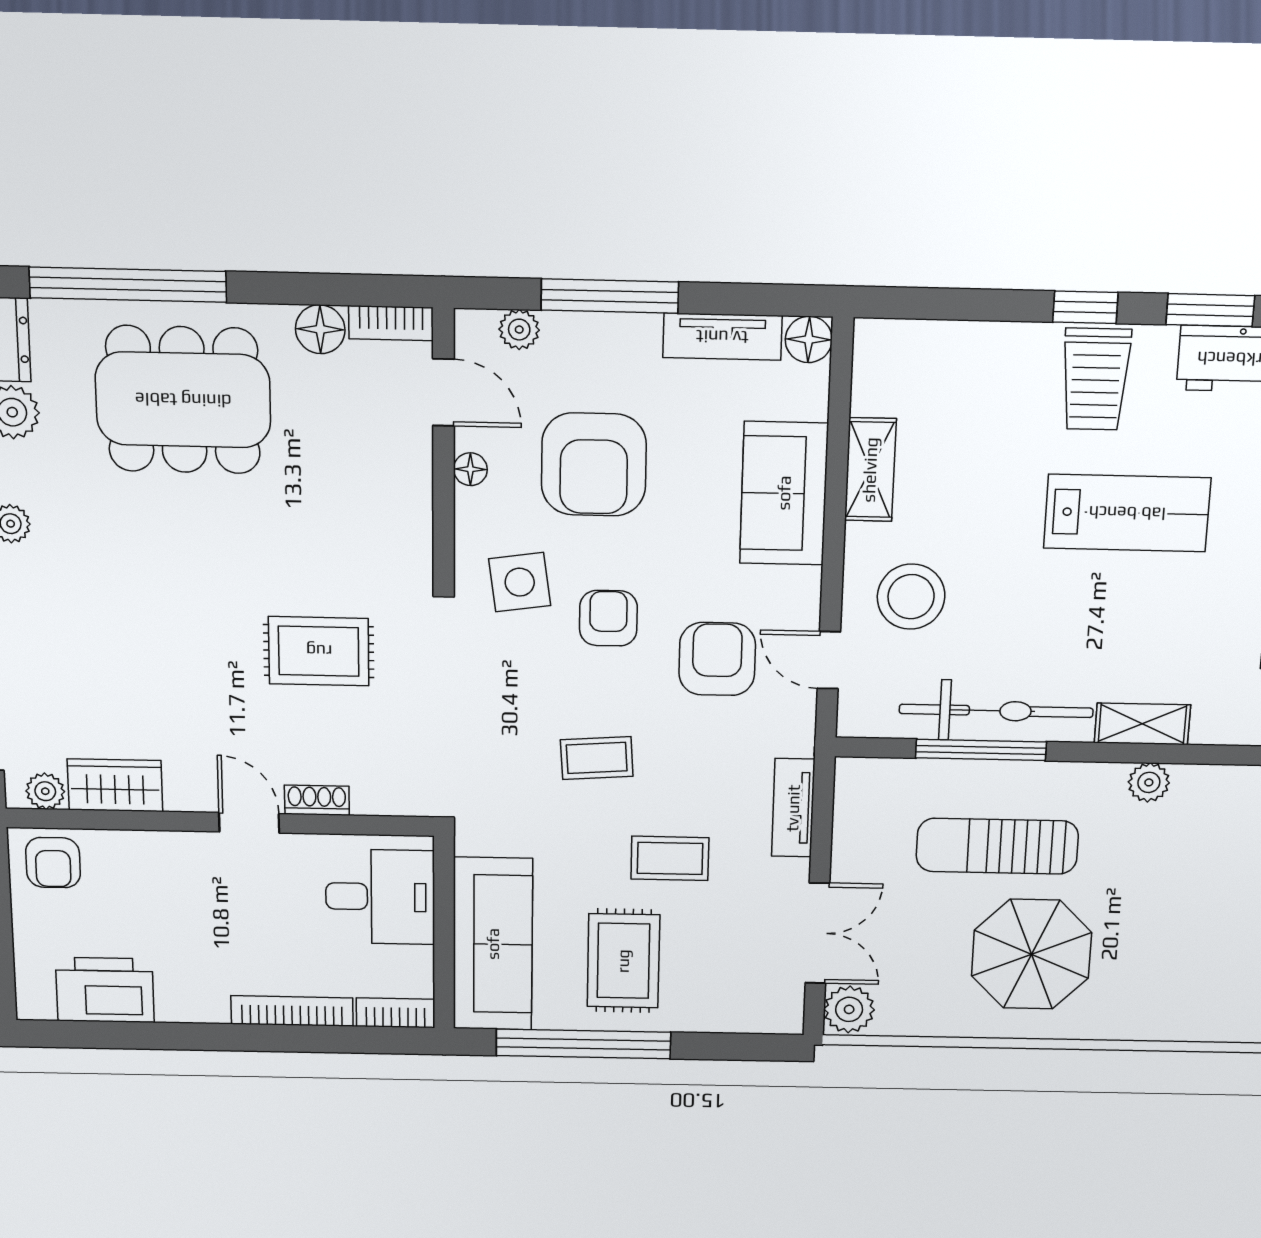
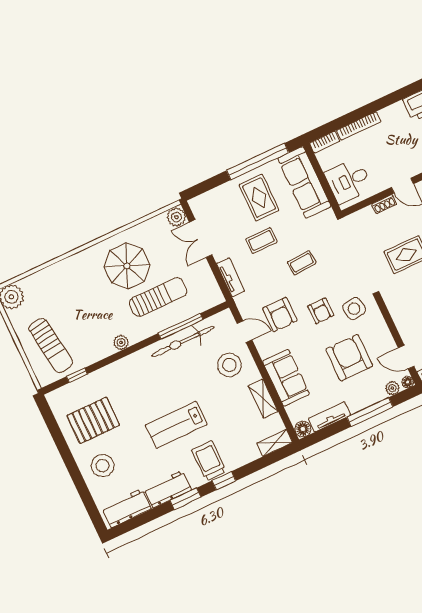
floor lamp: (470, 469) -> (408, 382), moved
shelving: (1142, 724) -> (275, 443), moved

